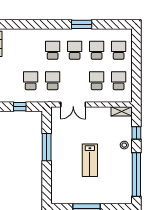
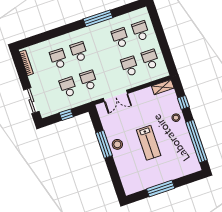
window: (82, 24) -> (98, 18), width x1.44
school desk: (75, 50) -> (58, 59), moved
stool: (59, 152) -> (117, 144), added

